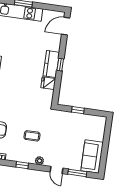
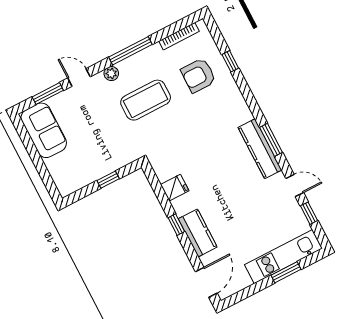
kitchen counter: (51, 64) -> (198, 233), moved
coffee table: (32, 136) -> (146, 100), width x1.86, depth x1.72
window: (22, 165) -> (130, 51), width x2.17

